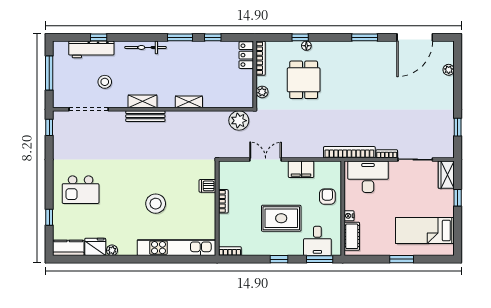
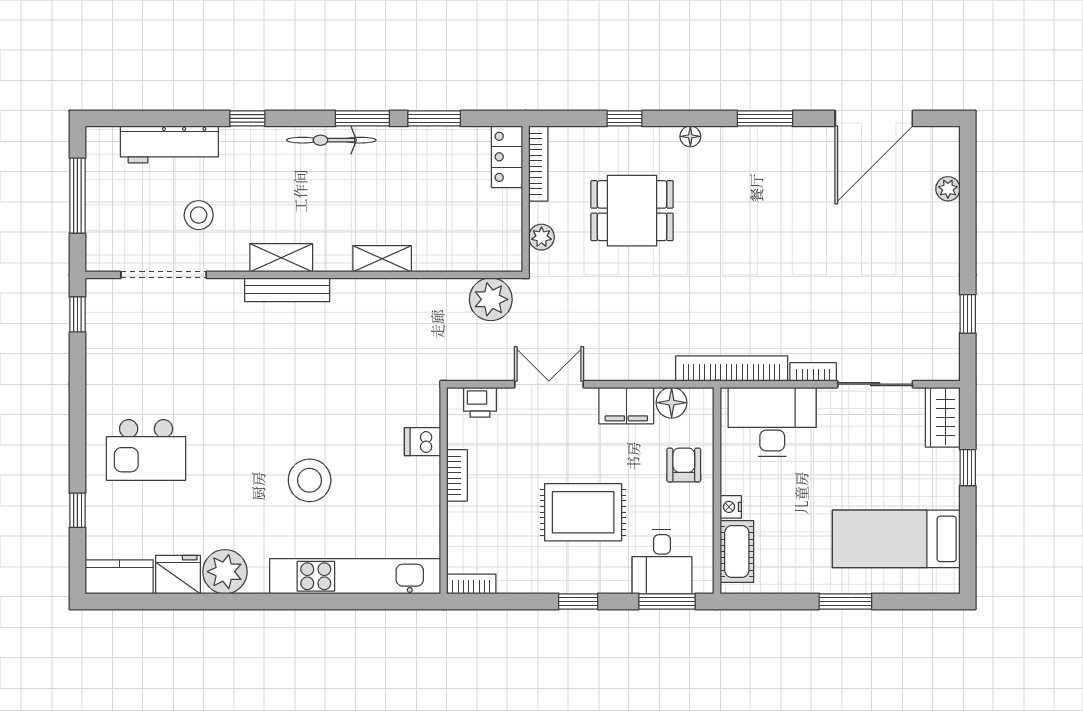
window: (99, 37) -> (247, 118), moved
window: (213, 37) -> (434, 118), width x1.50
floor lamp: (306, 46) -> (690, 136), moved
bicycle: (145, 47) -> (331, 140), moved
dining table: (304, 80) -> (632, 211), turned 90
printer: (234, 168) -> (480, 402), added
floor lamp: (322, 168) -> (672, 403), added
plant: (112, 250) -> (225, 572), width x1.88, depth x1.88

